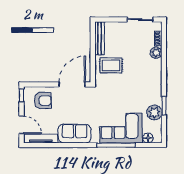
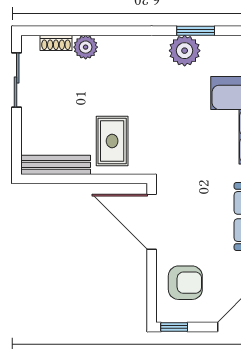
armchair: (43, 101) -> (185, 283), turned 92
plant: (154, 112) -> (185, 51), moved

